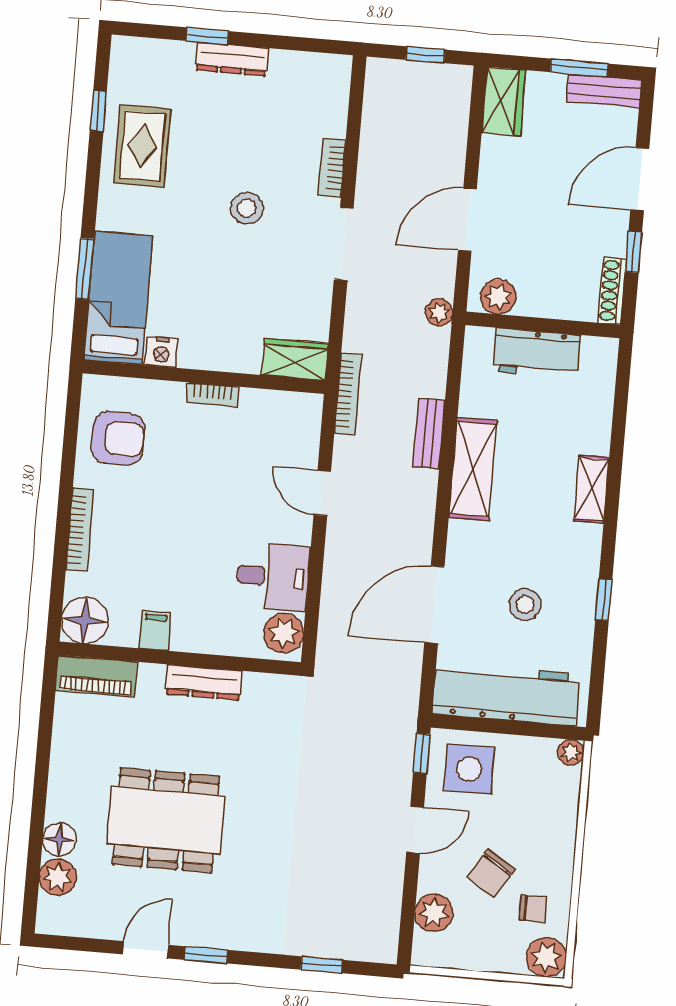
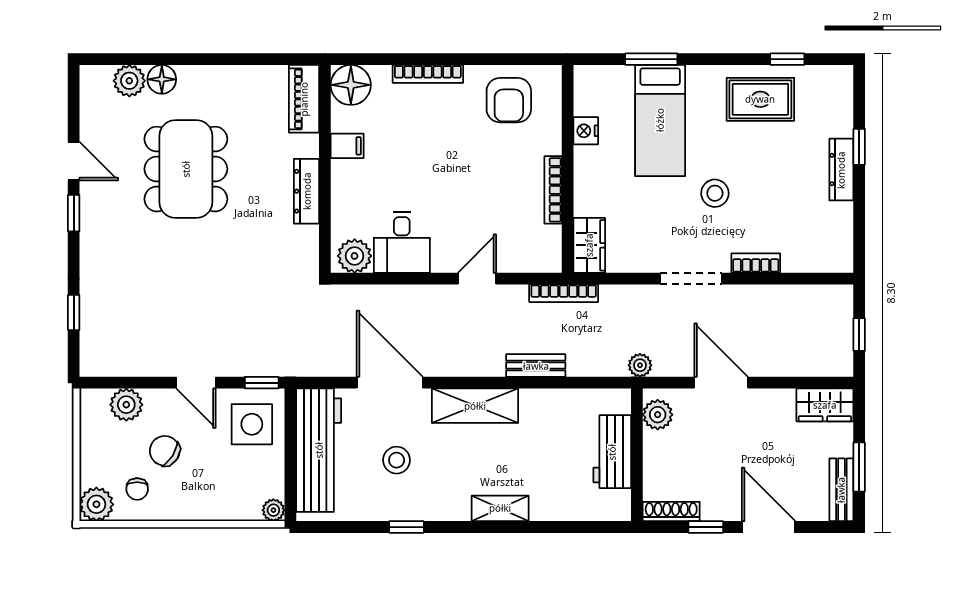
bed: (118, 298) -> (660, 120), moved, turned 90
bookcase: (213, 395) -> (553, 190), width x1.56
shelving: (473, 469) -> (475, 406), moved

